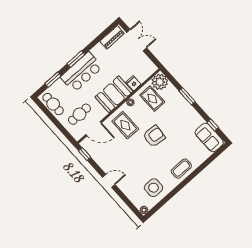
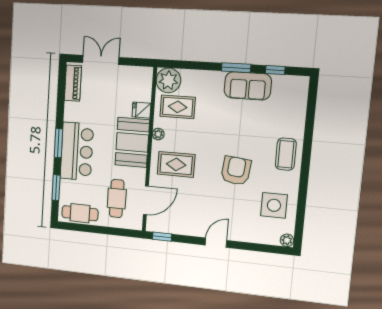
window: (187, 96) -> (236, 68), moved
armchair: (154, 136) -> (236, 171), moved
sofa: (209, 138) -> (248, 86), moved

